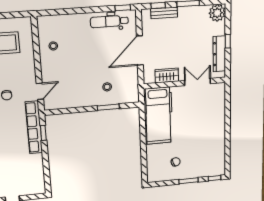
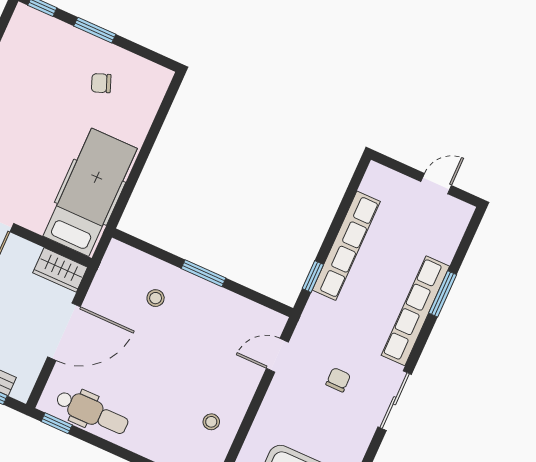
wardrobe: (167, 76) -> (60, 270), moved
window: (108, 107) -> (204, 273), moved
row of seats: (34, 127) -> (346, 246), moved

